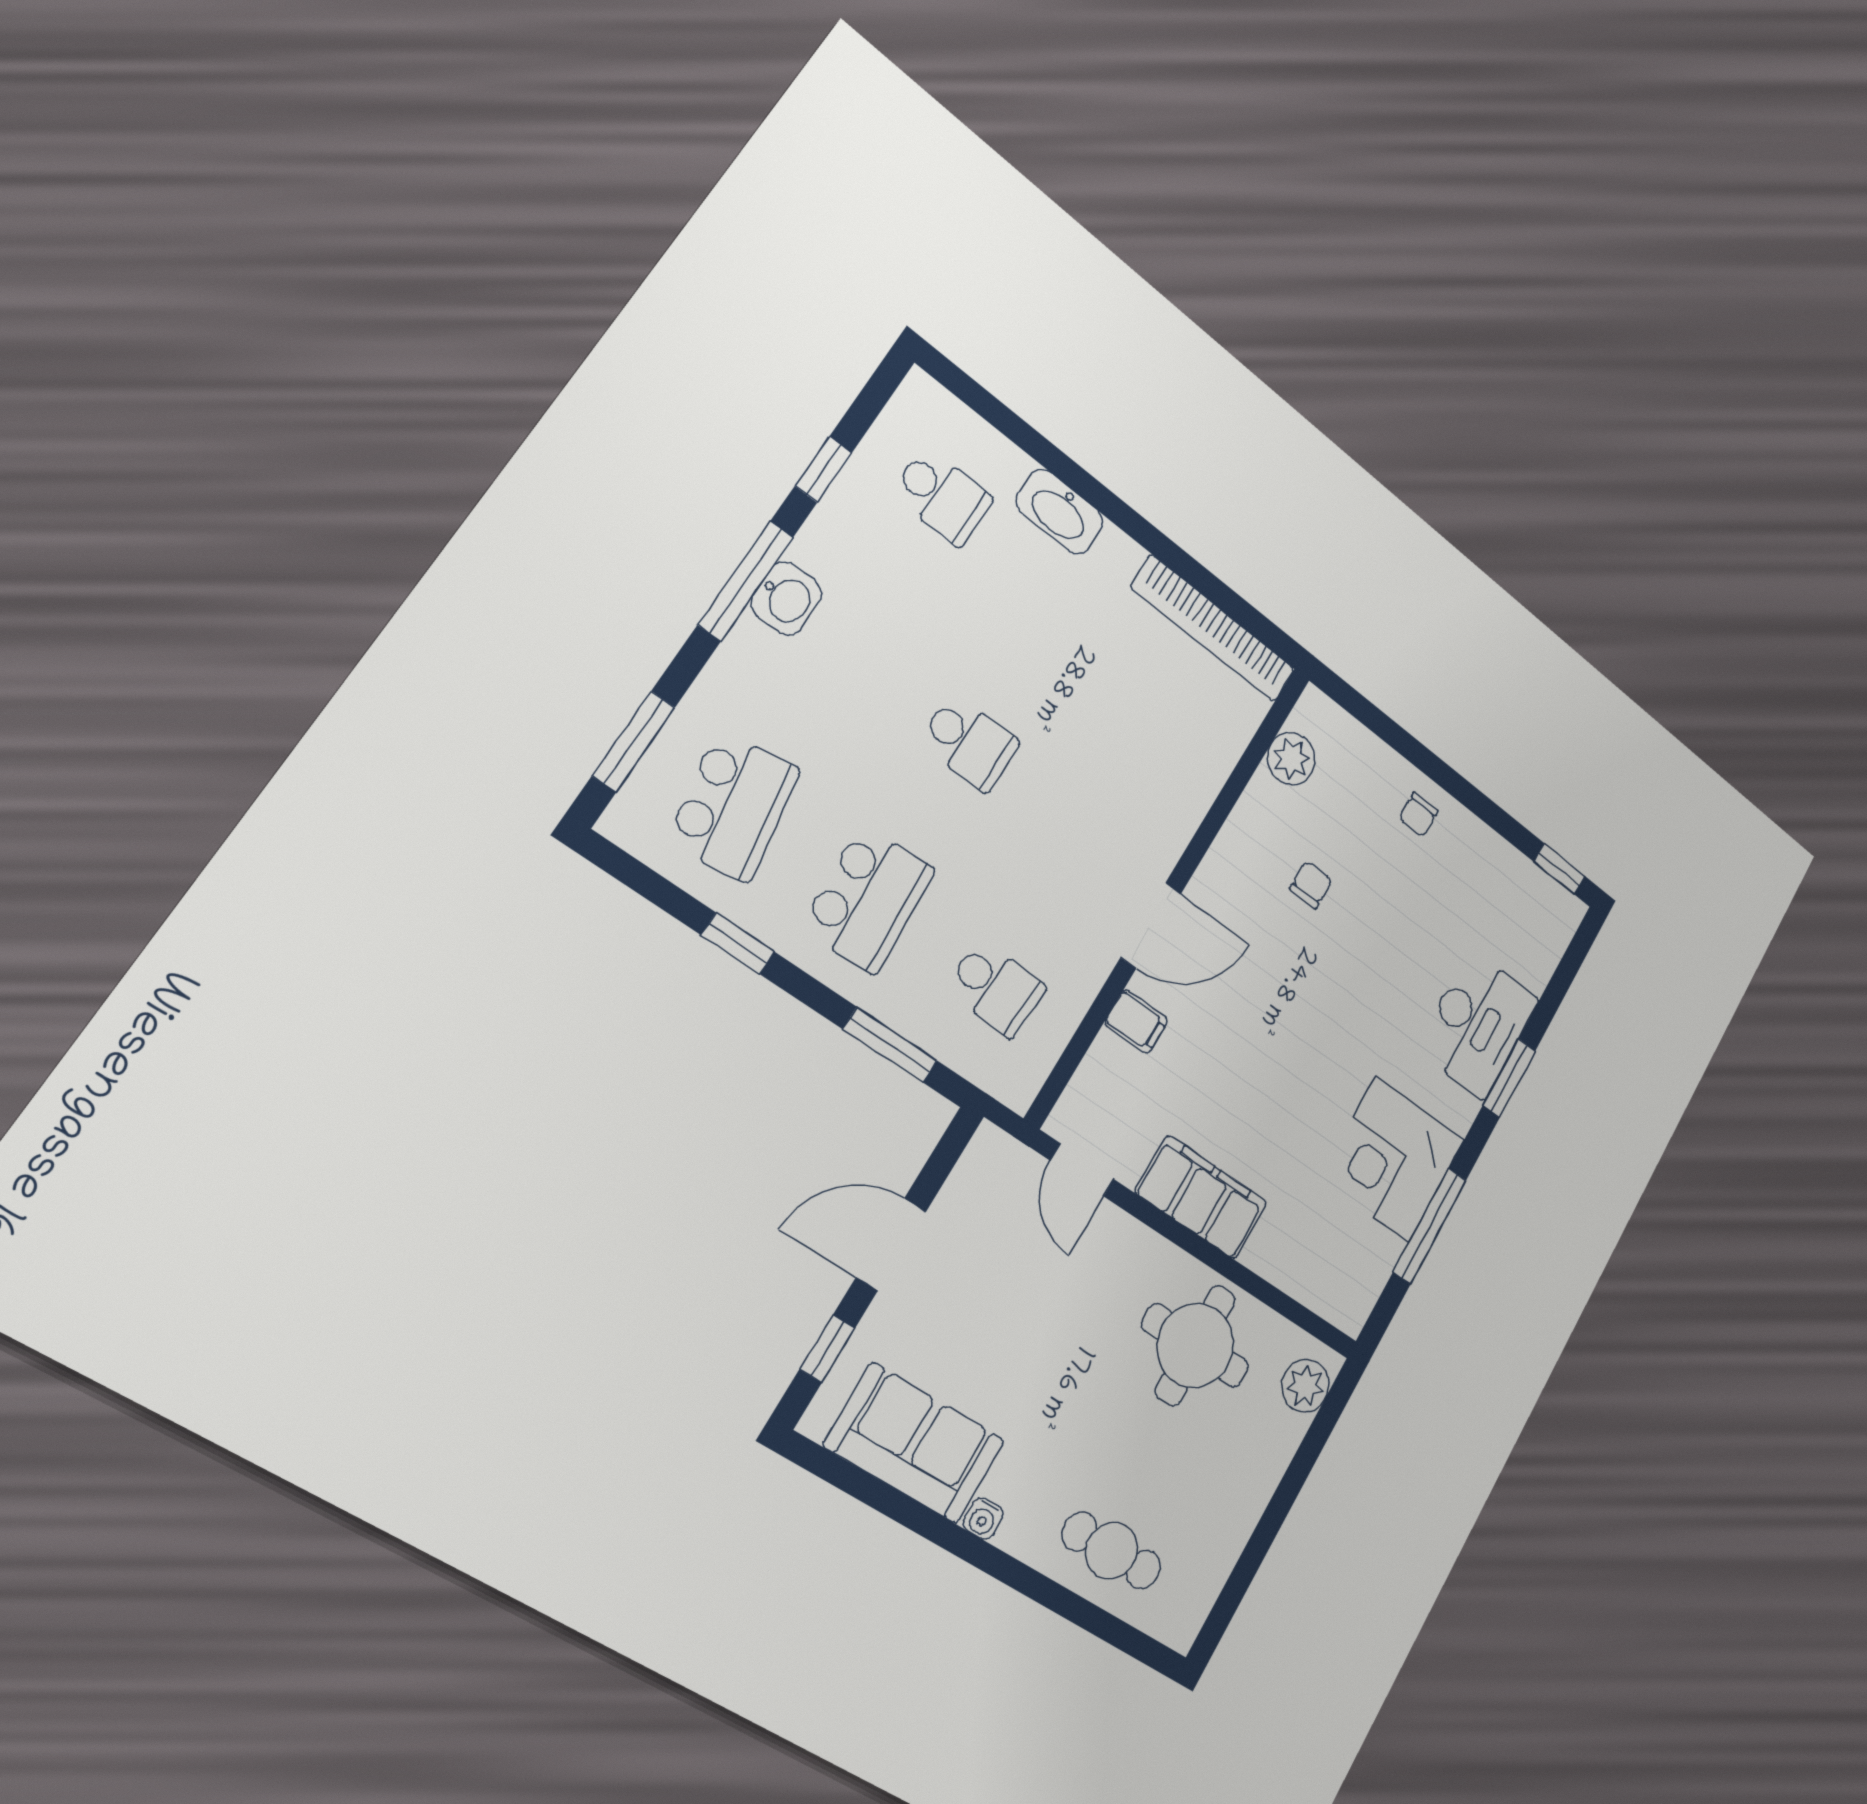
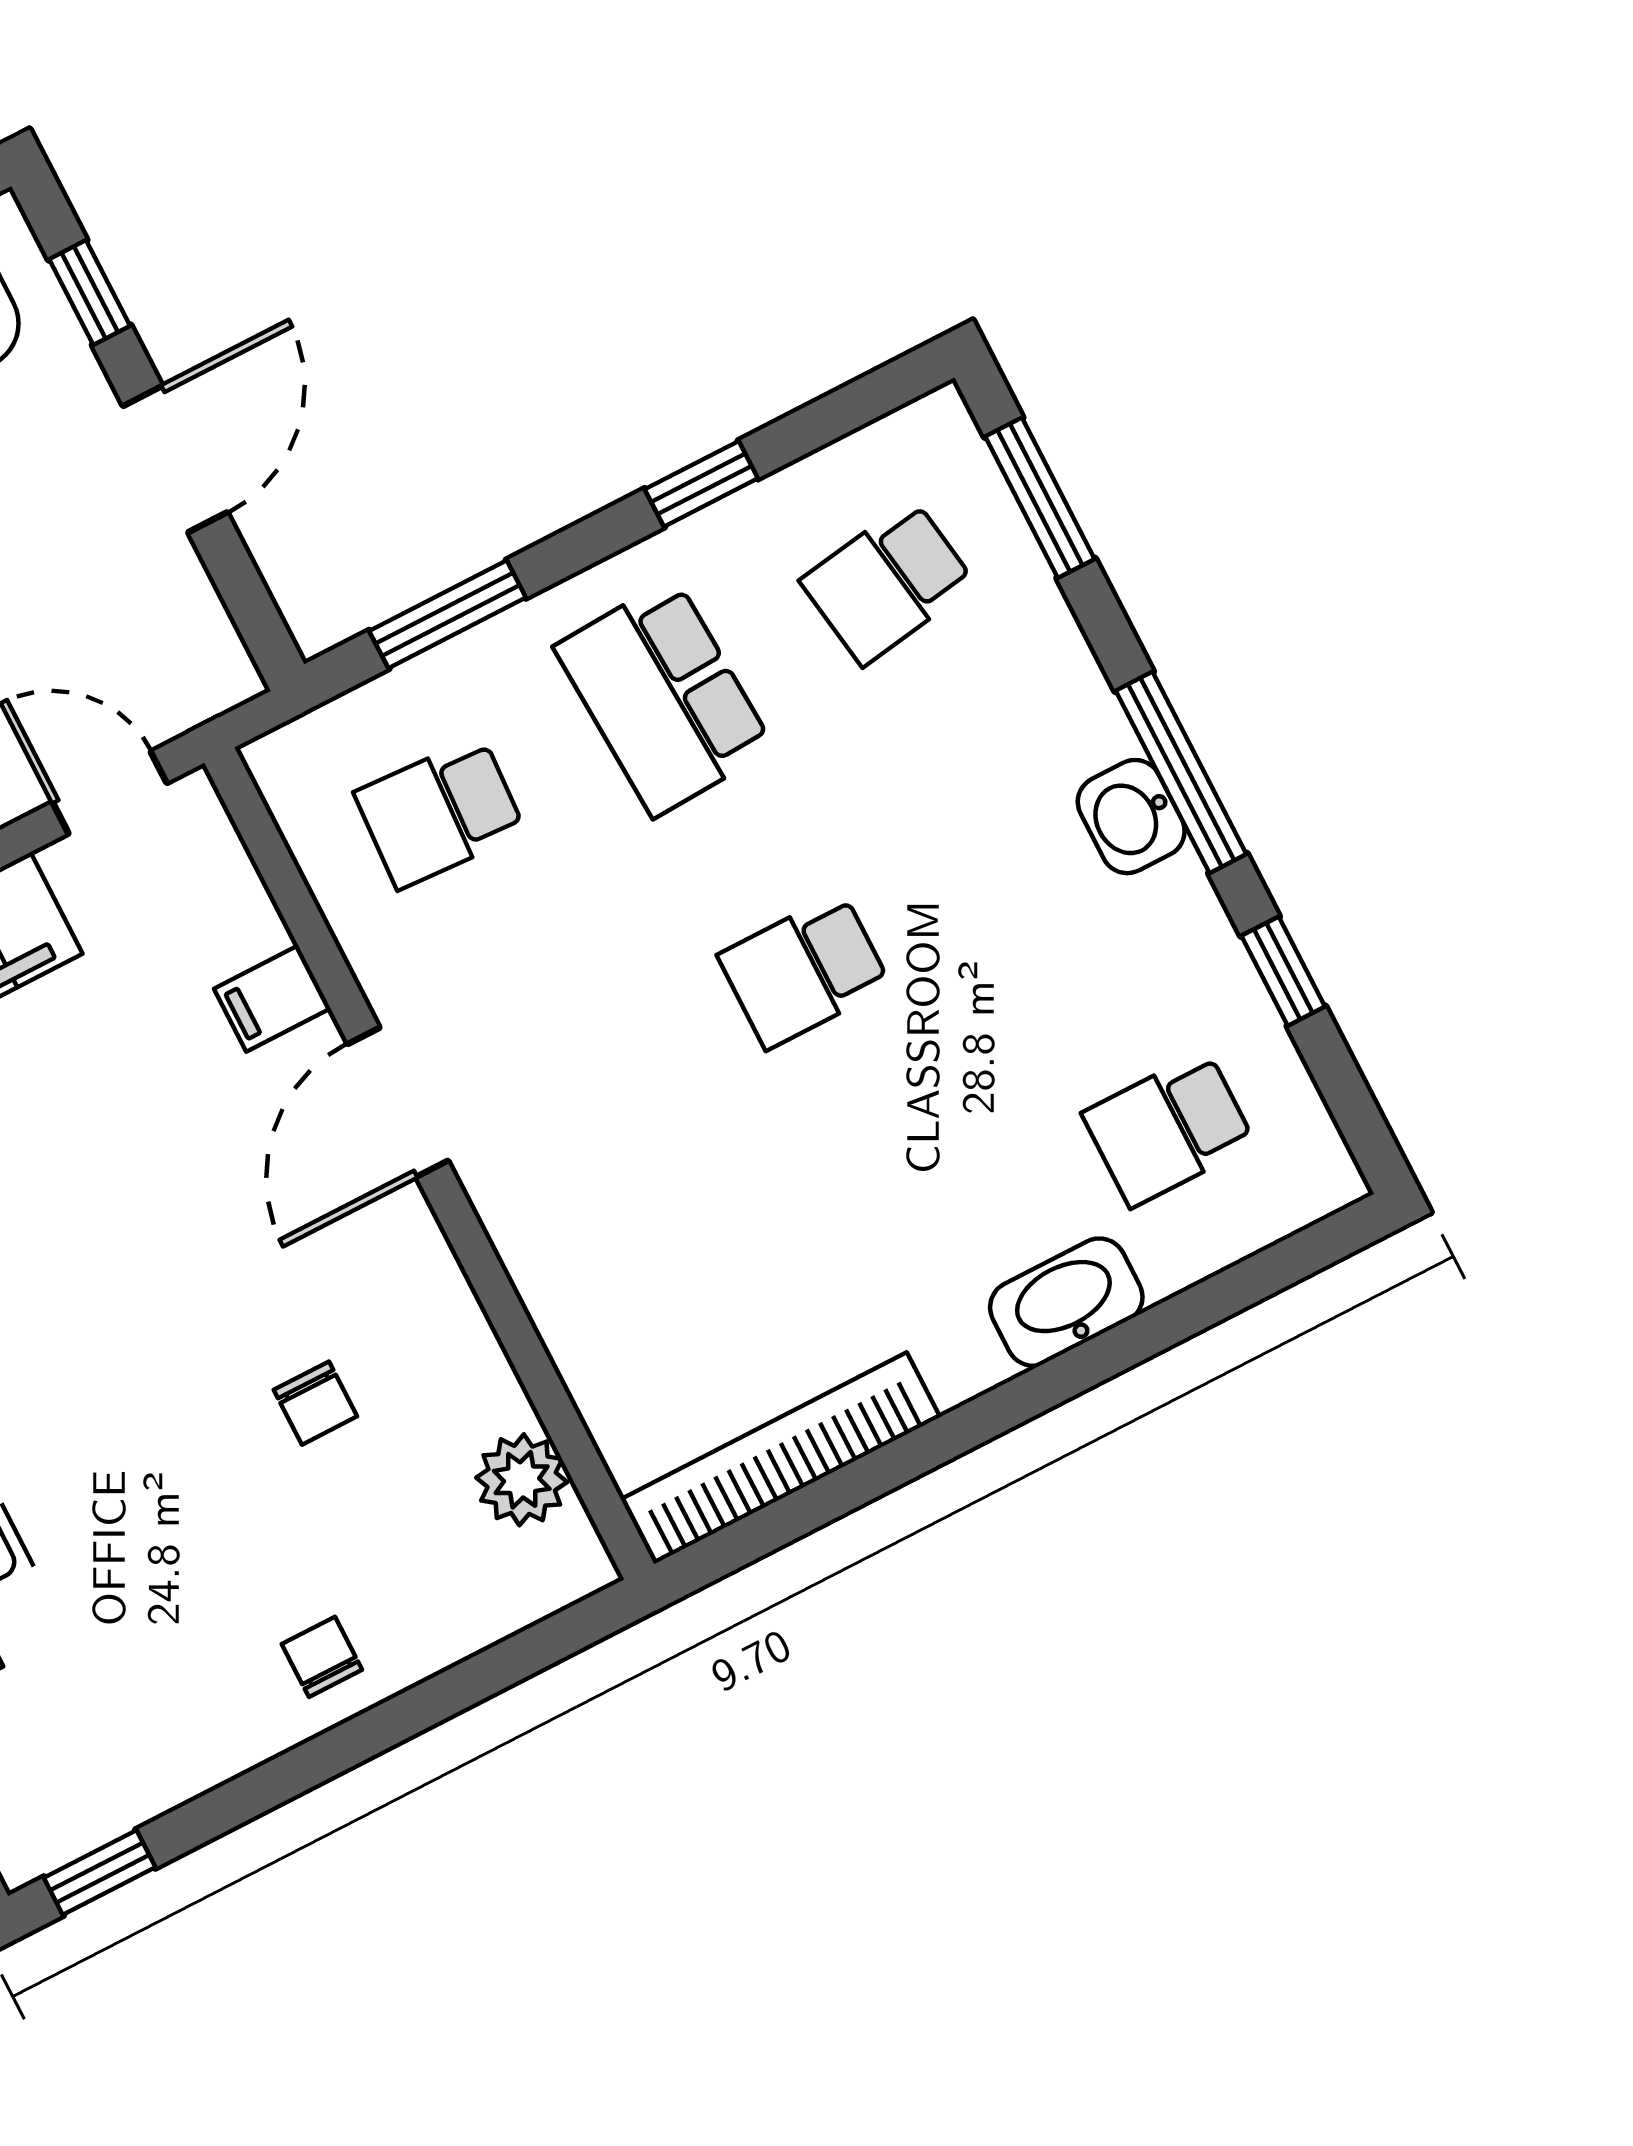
school desk: (733, 806) -> (888, 582), width x0.54

